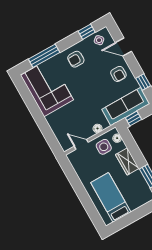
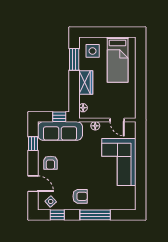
window: (44, 56) -> (95, 215), moved
armchair: (118, 74) -> (50, 163), turned 180
corner sofa: (47, 88) -> (119, 162), moved
side table: (104, 147) -> (93, 51), moved

